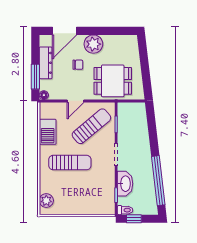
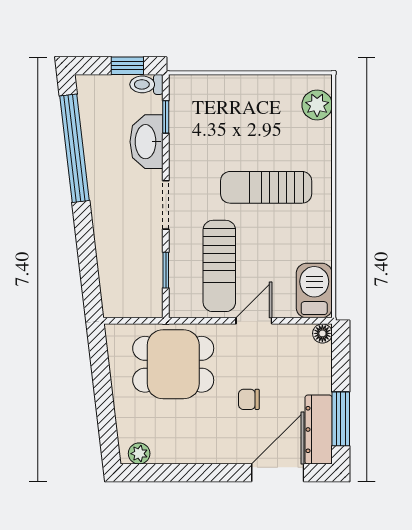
plant: (93, 44) -> (139, 454), moved, width x0.53, depth x0.53
dresser: (46, 63) -> (319, 430), moved
window: (35, 77) -> (341, 419), moved
sun lounger: (91, 126) -> (219, 266), turned -50
barbecue: (48, 132) -> (314, 291), moved

